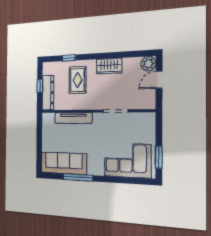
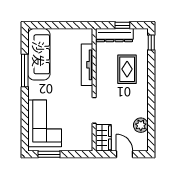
window: (69, 58) -> (151, 43), moved
plant: (148, 64) -> (141, 125), moved
wardrobe: (109, 66) -> (103, 138), moved, turned 180
rug: (77, 80) -> (127, 69), turned 90

